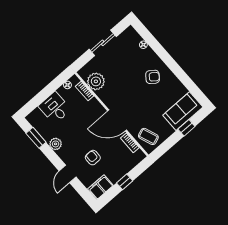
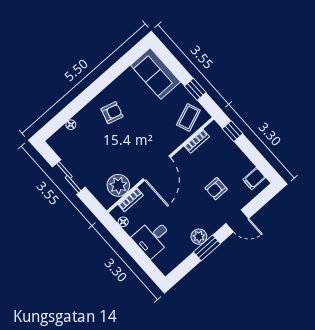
armchair: (153, 77) -> (112, 113), turned 69
door: (117, 121) -> (157, 168), moved
window: (187, 128) -> (195, 89), moved
window: (36, 138) -> (207, 248), moved
window: (125, 182) -> (232, 131), moved
filing cabinet: (100, 187) -> (254, 179), width x0.50

